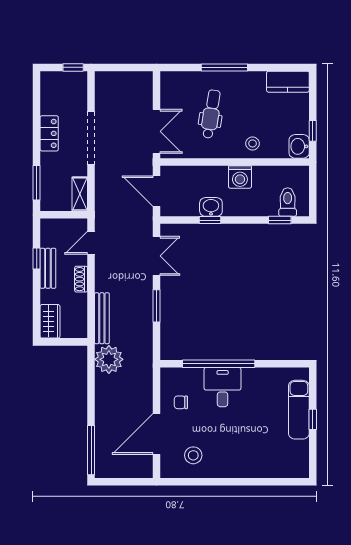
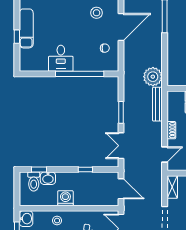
washbasin: (211, 207) -> (48, 178), moved
desk: (223, 387) -> (61, 58), moved
exam couch: (299, 410) -> (26, 28), moved

